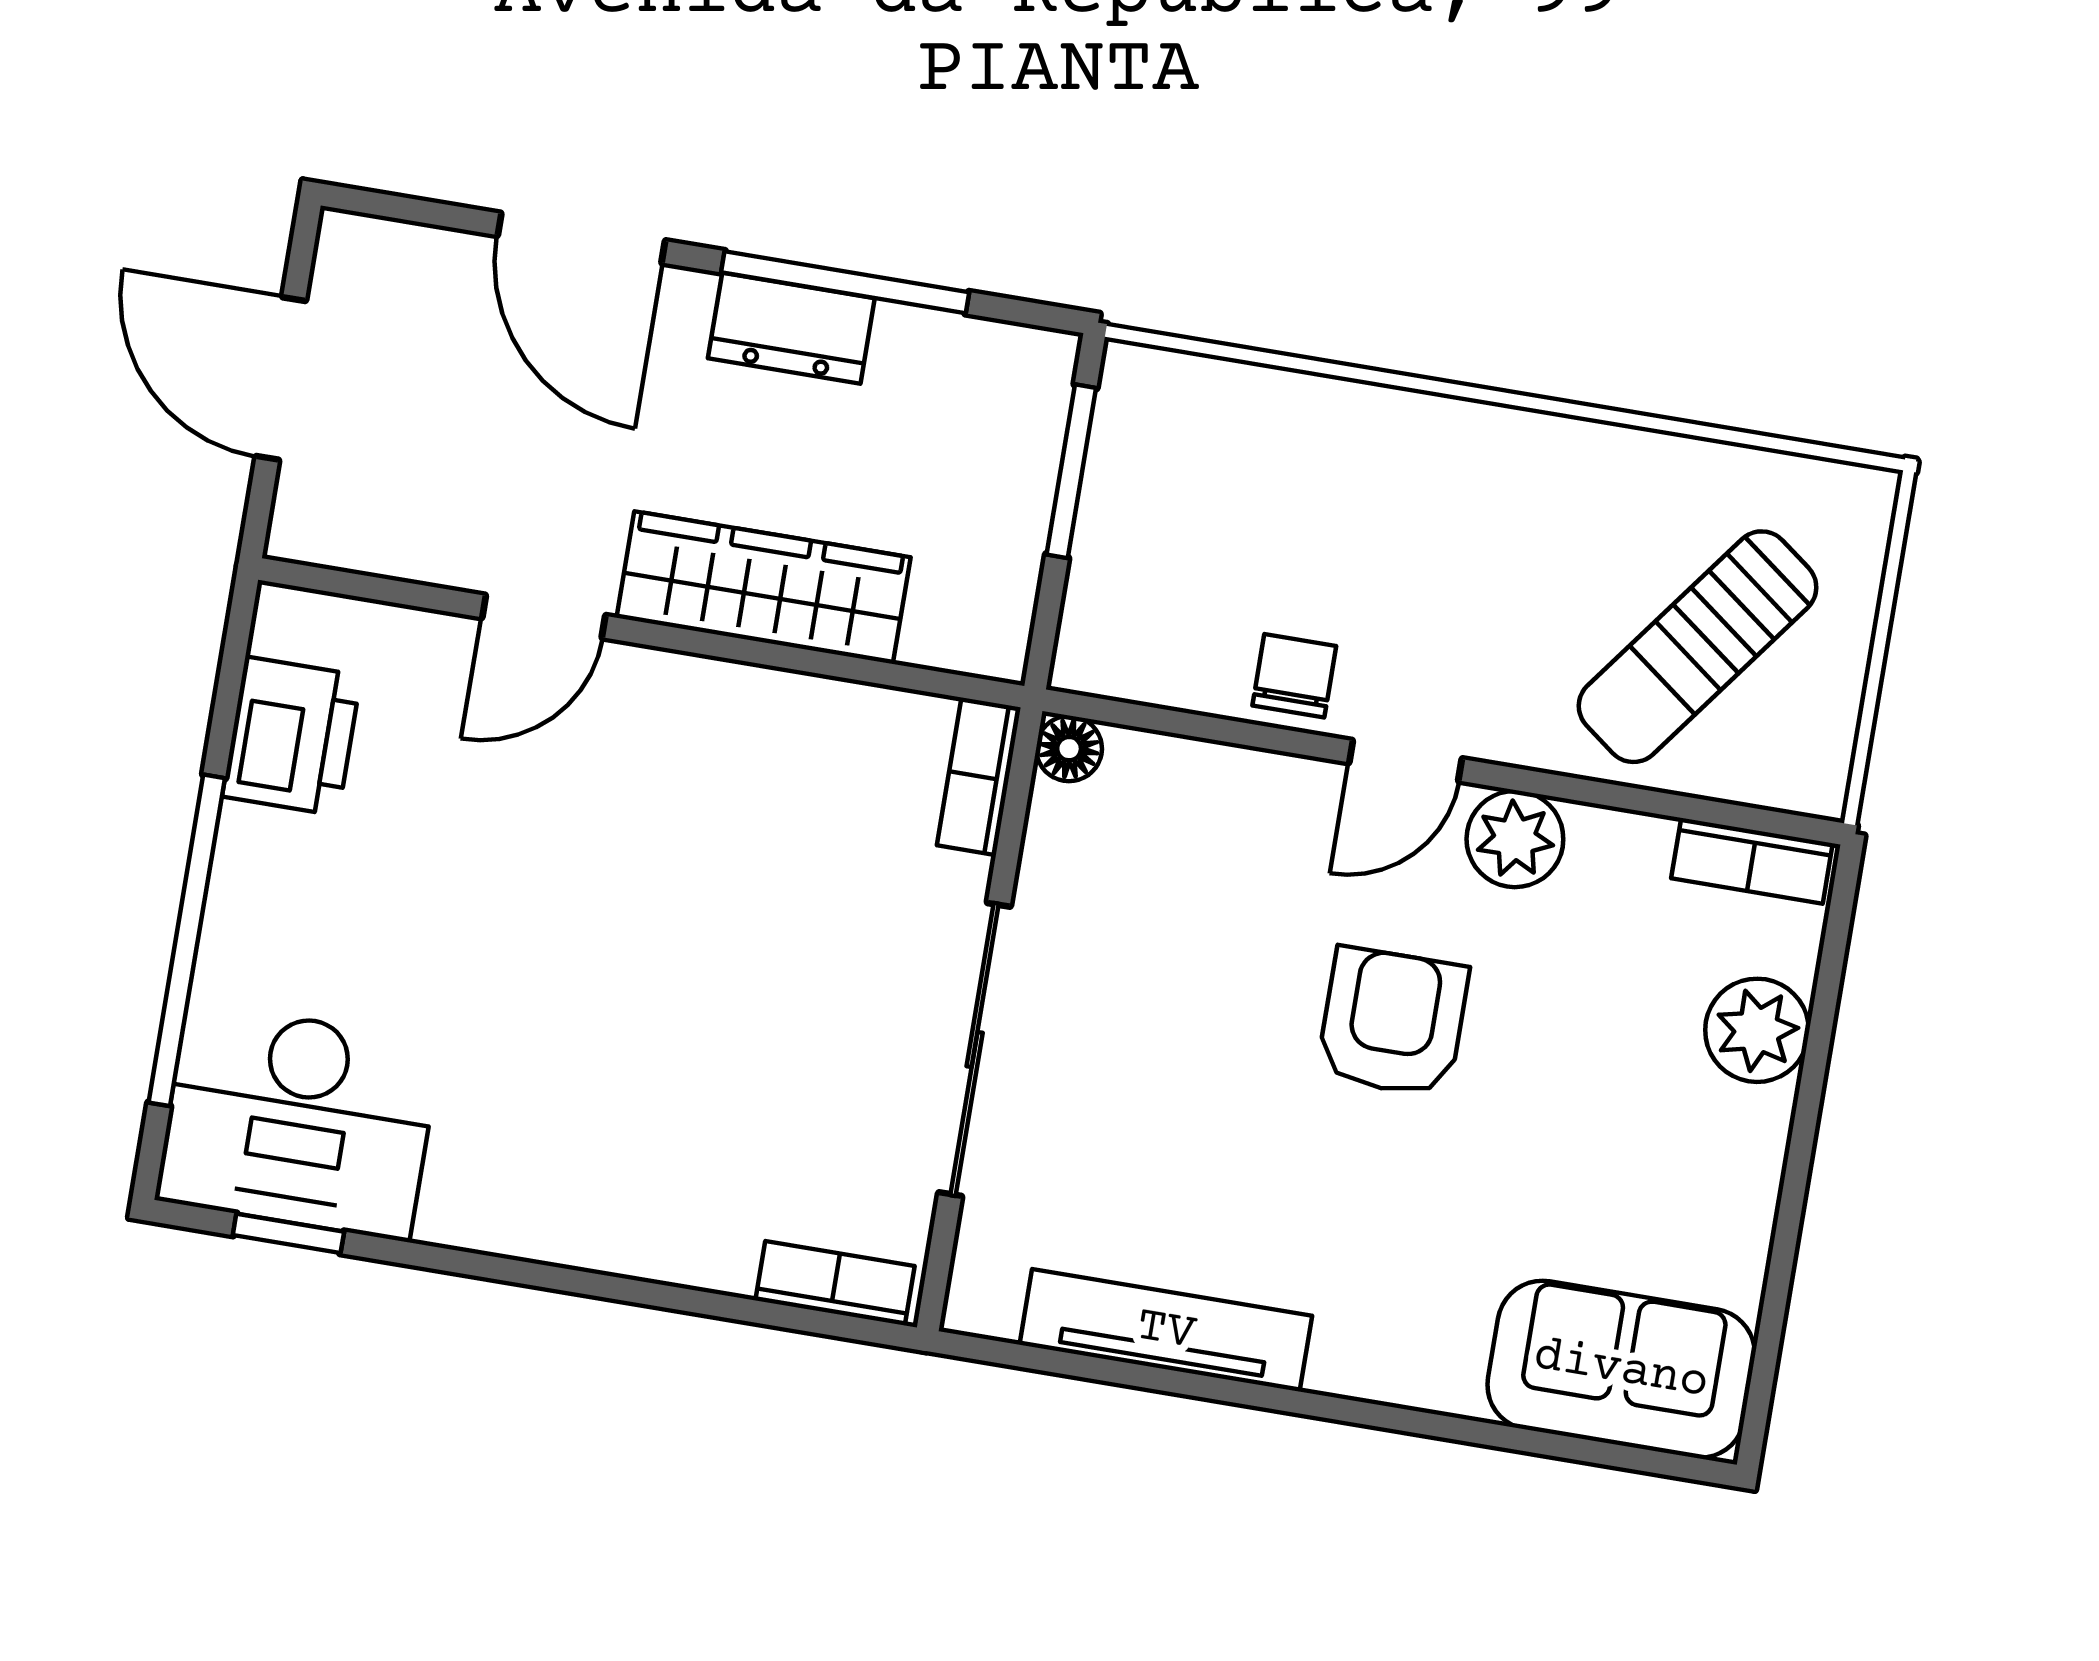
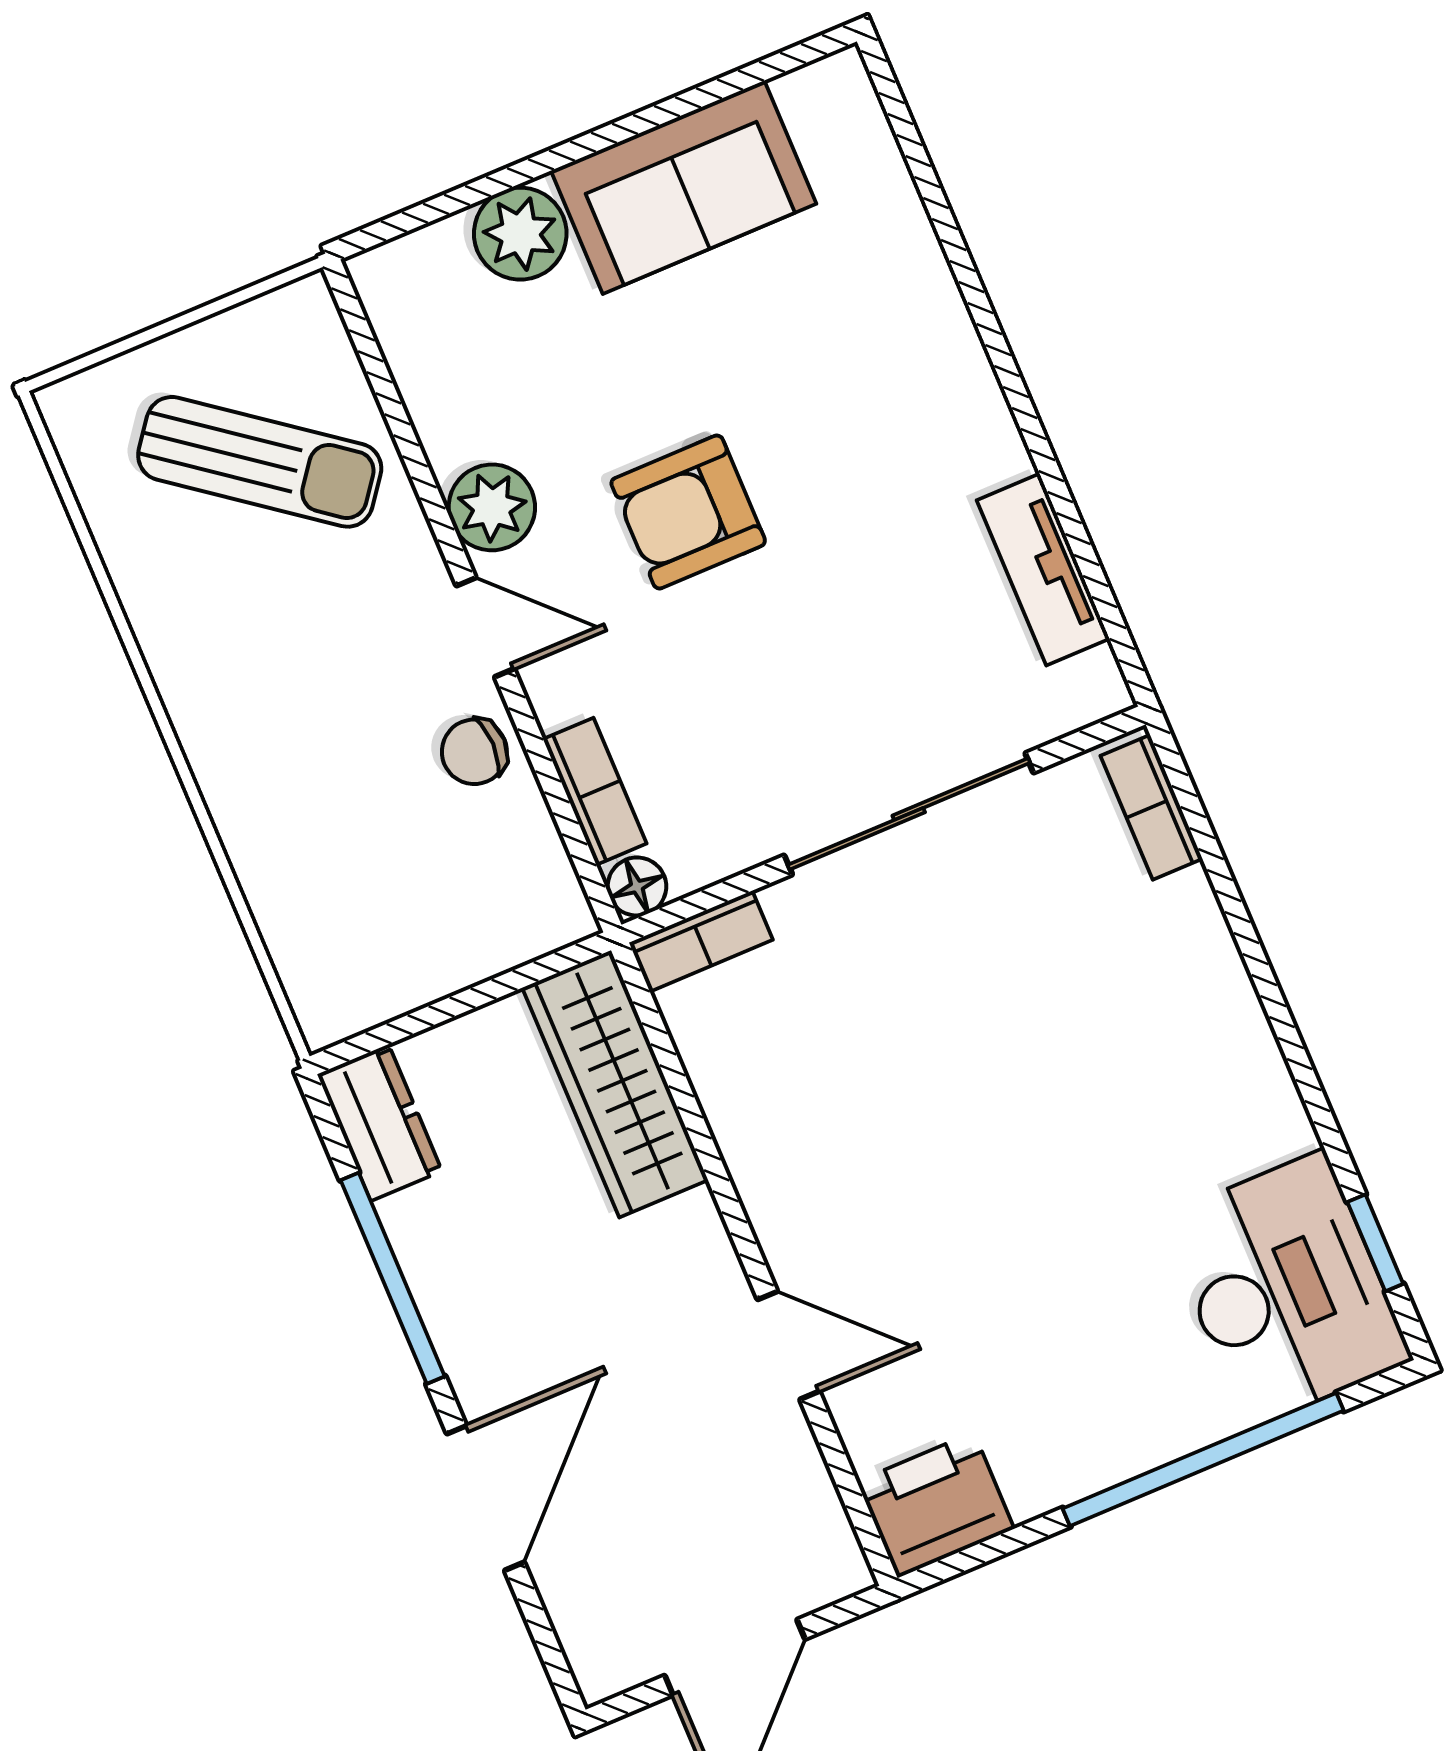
dresser: (791, 328) -> (380, 1123), moved
window: (1071, 471) -> (427, 1017), removed
wardrobe: (764, 587) -> (615, 1084), moved
printer: (292, 736) -> (936, 1505), moved
bookcase: (1752, 861) -> (595, 791), moved
tv unit: (1166, 1330) -> (1043, 570), width x0.71
sofa: (1621, 1369) -> (684, 187), moved, turned -90

